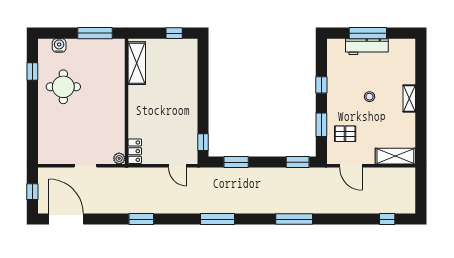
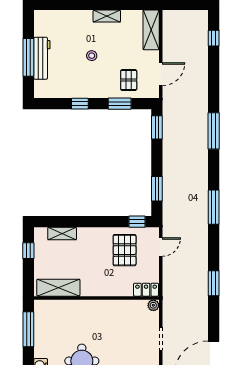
shelving: (191, 67) -> (62, 234), added
shelving: (409, 98) -> (107, 16), moved
pallet: (174, 130) -> (125, 250), added

